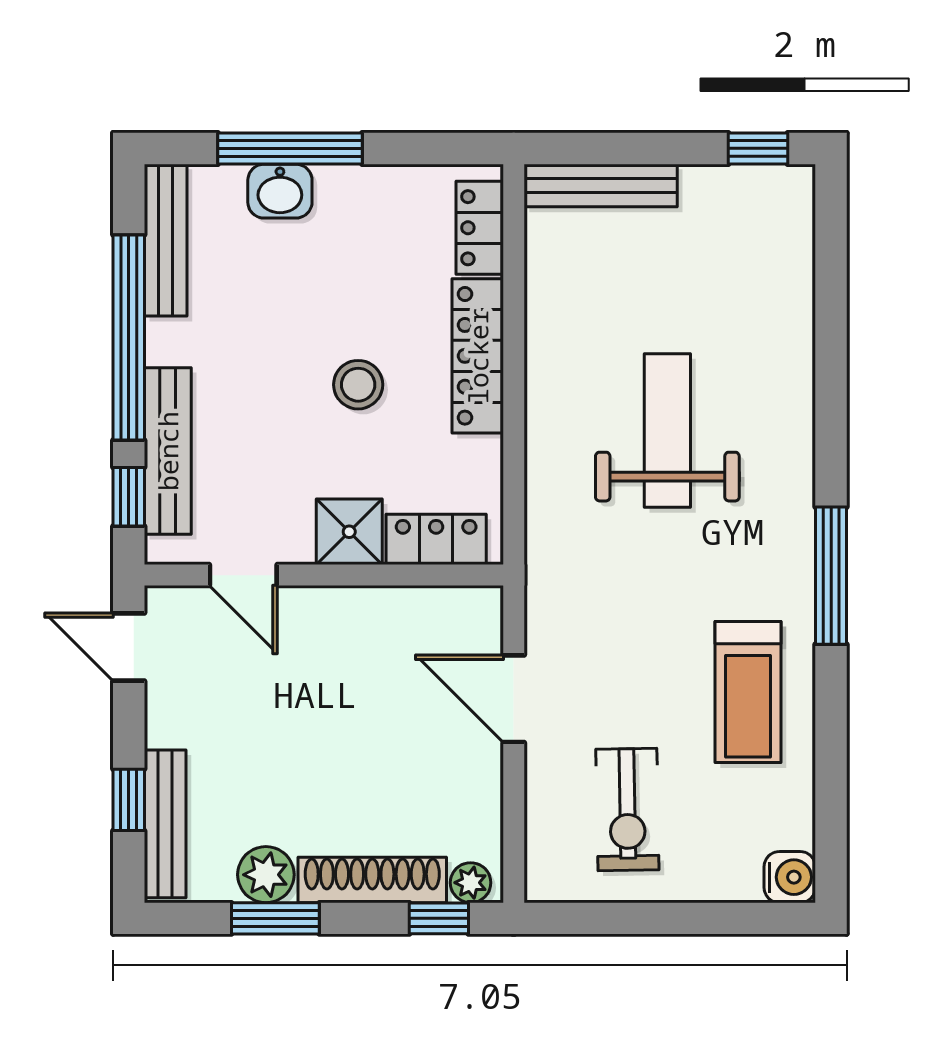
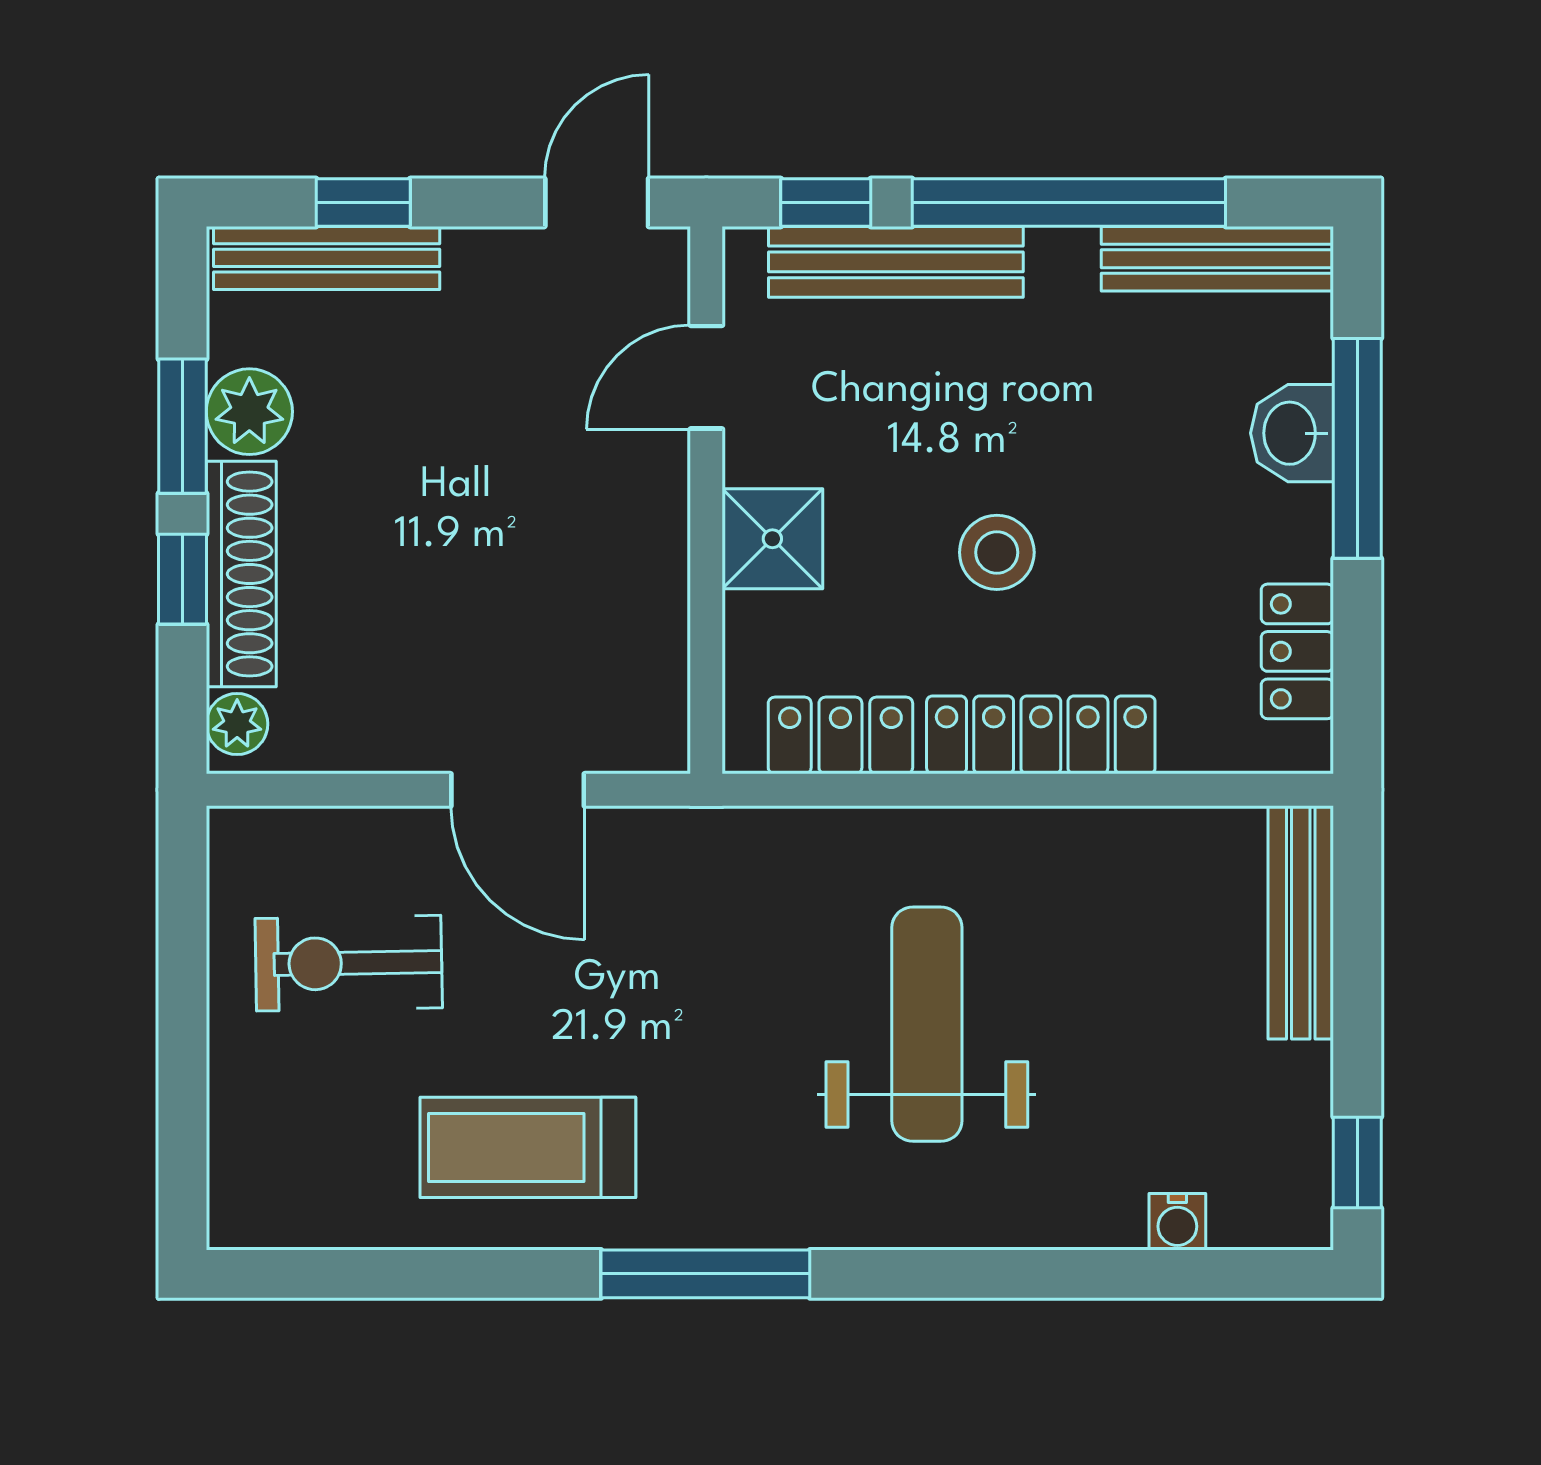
locker: (480, 228) -> (1297, 651), moved, turned -90
weight bench: (667, 431) -> (927, 1024), turned -90
locker: (436, 539) -> (840, 735), moved, turned -90
door: (514, 699) -> (518, 790), swing flipped
water cooler: (790, 877) -> (1177, 1222), moved, width x0.72, depth x0.72
window: (439, 918) -> (183, 579), moved

